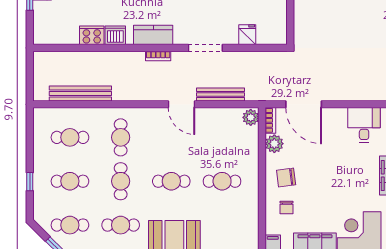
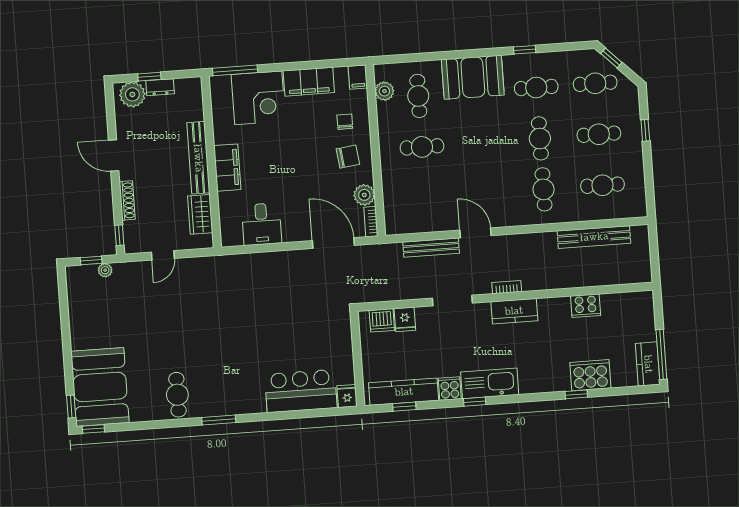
dishwasher: (115, 35) -> (382, 320), moved
plant: (251, 117) -> (384, 91), moved
cafe table: (171, 181) -> (418, 96), moved, turned 90

